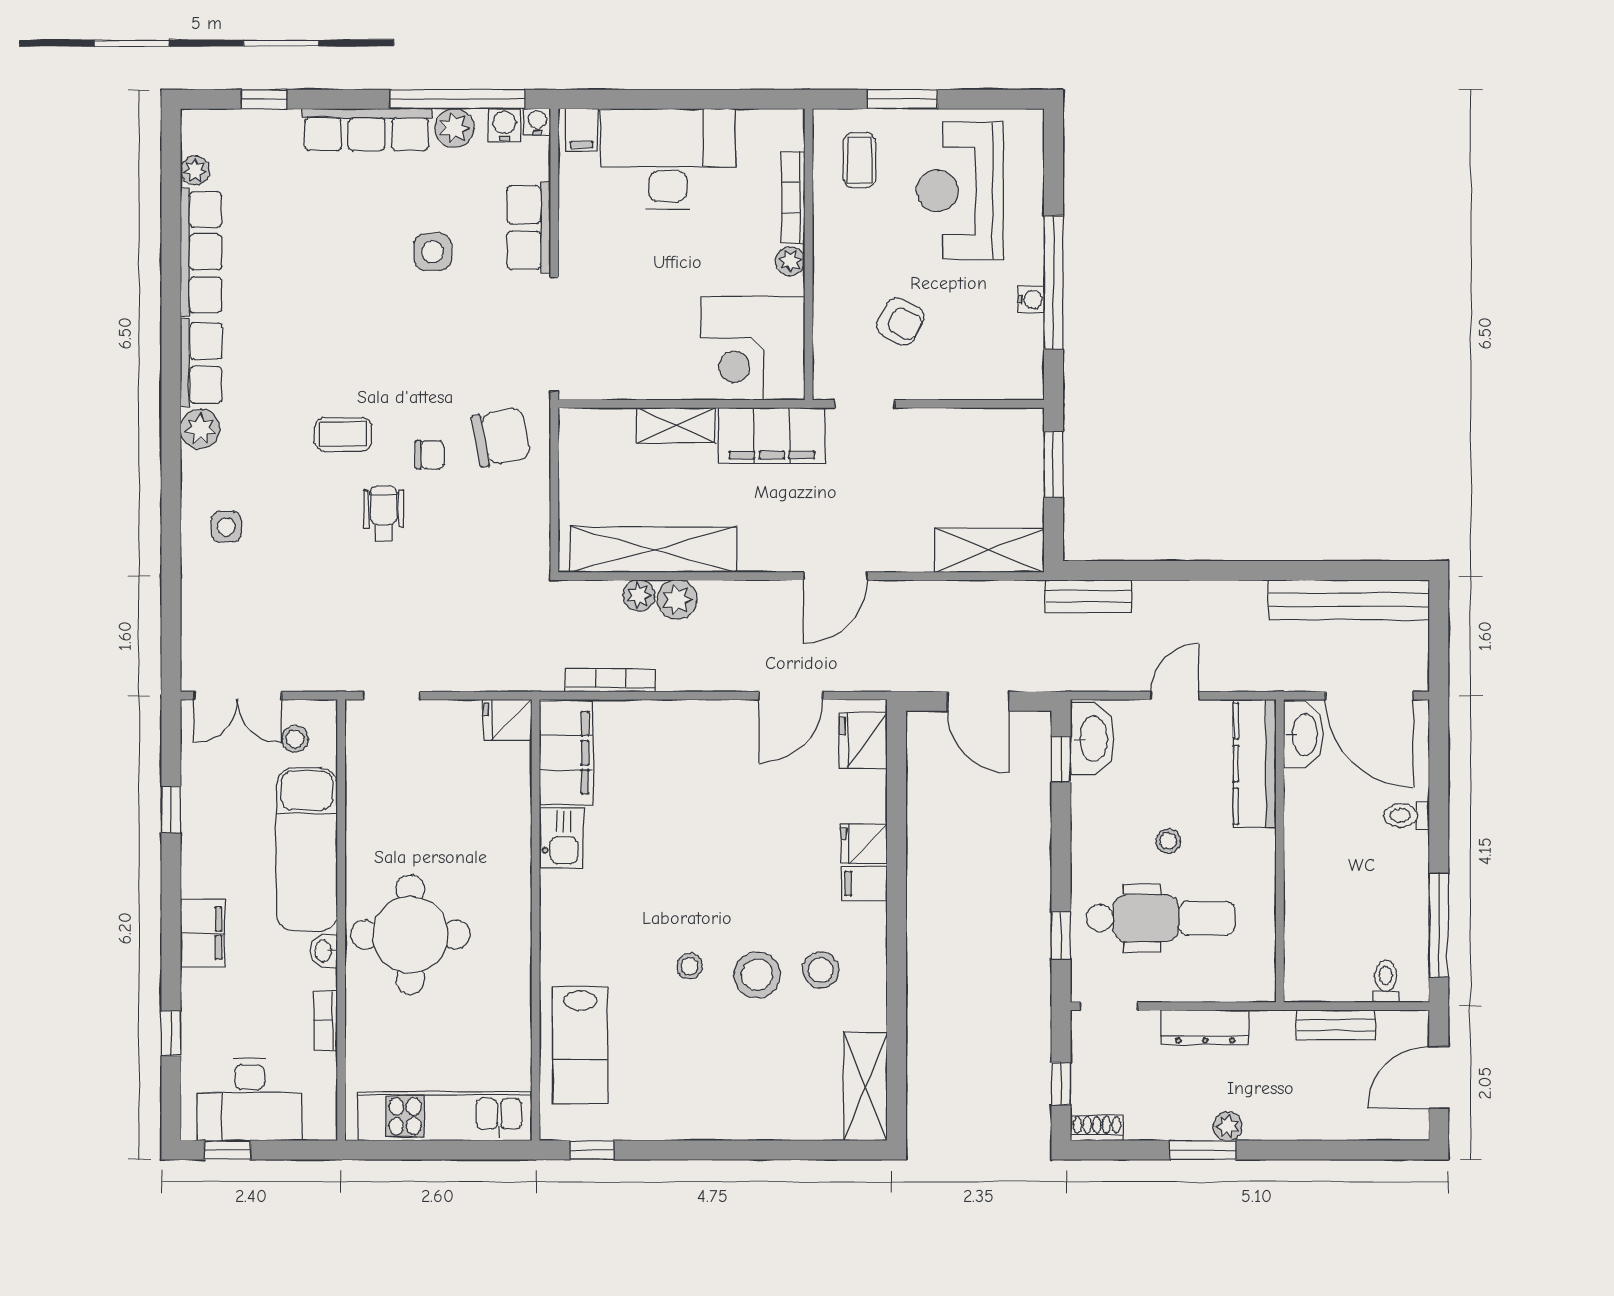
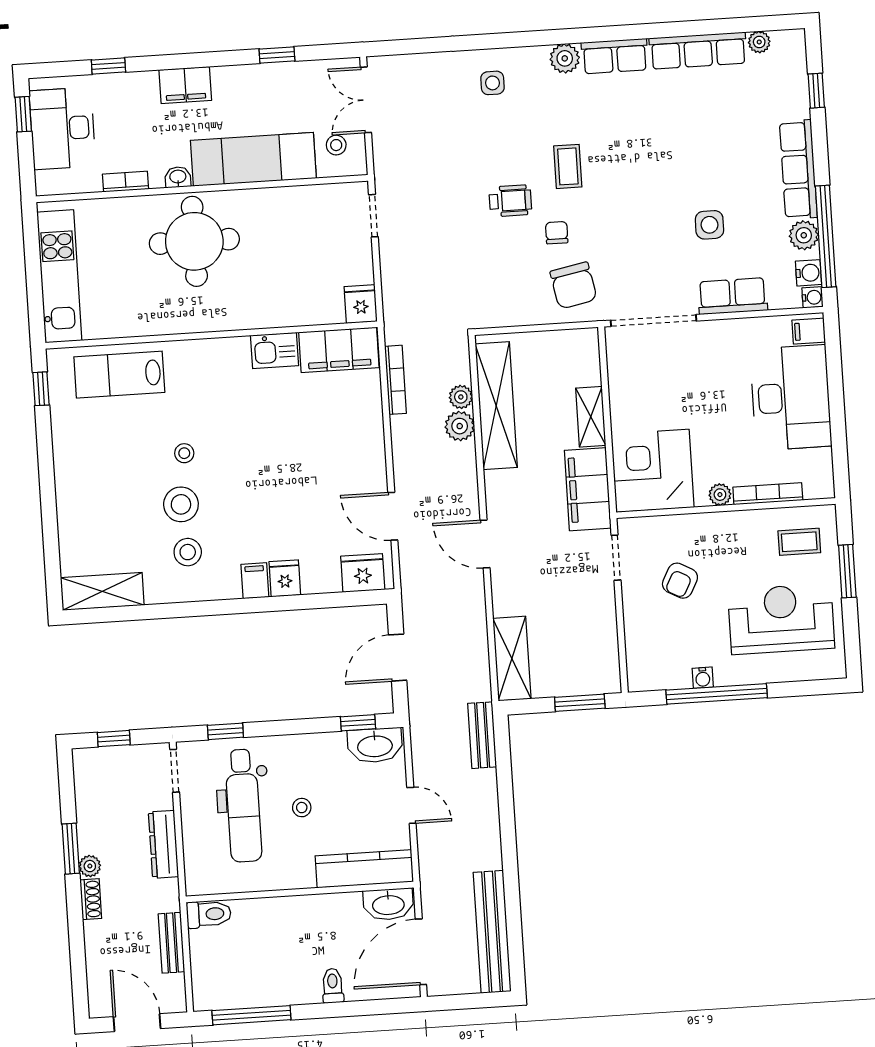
chair: (430, 455) -> (557, 233), turned 180
toilet: (1386, 981) -> (209, 914), moved, width x1.37, depth x1.39
shoe rack: (1097, 1128) -> (91, 899), moved

